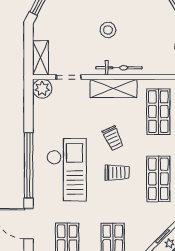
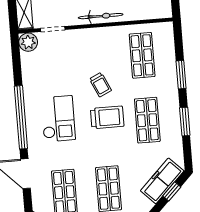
shelving: (113, 88) -> (97, 36), removed
checkout: (67, 170) -> (58, 119), width x0.73, depth x0.83
trolley: (117, 173) -> (107, 117), width x1.36, depth x1.39

